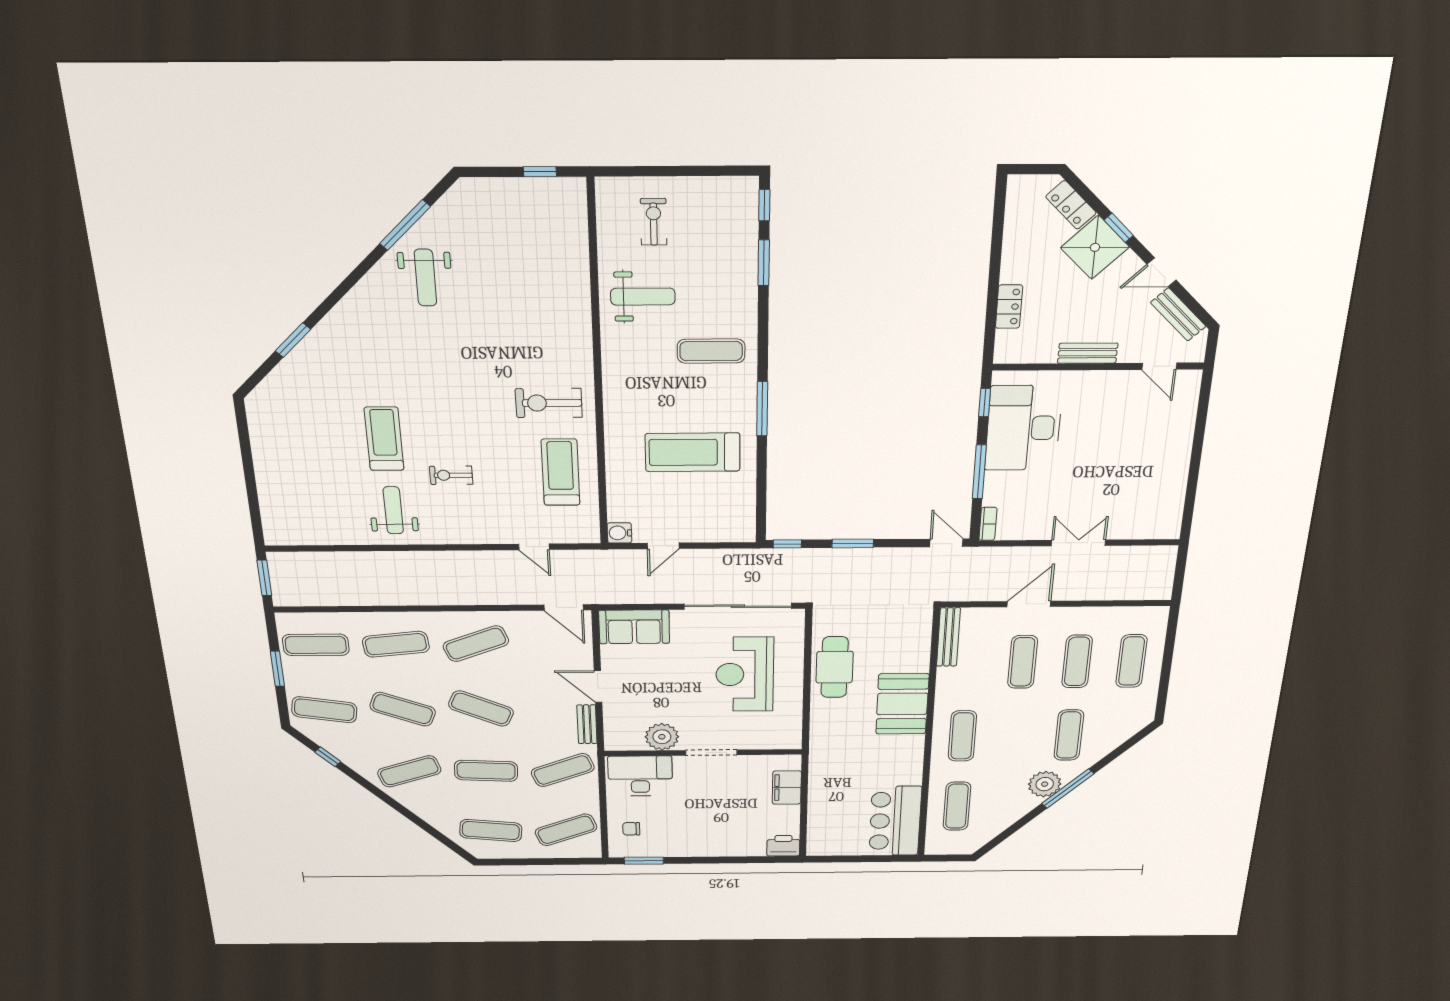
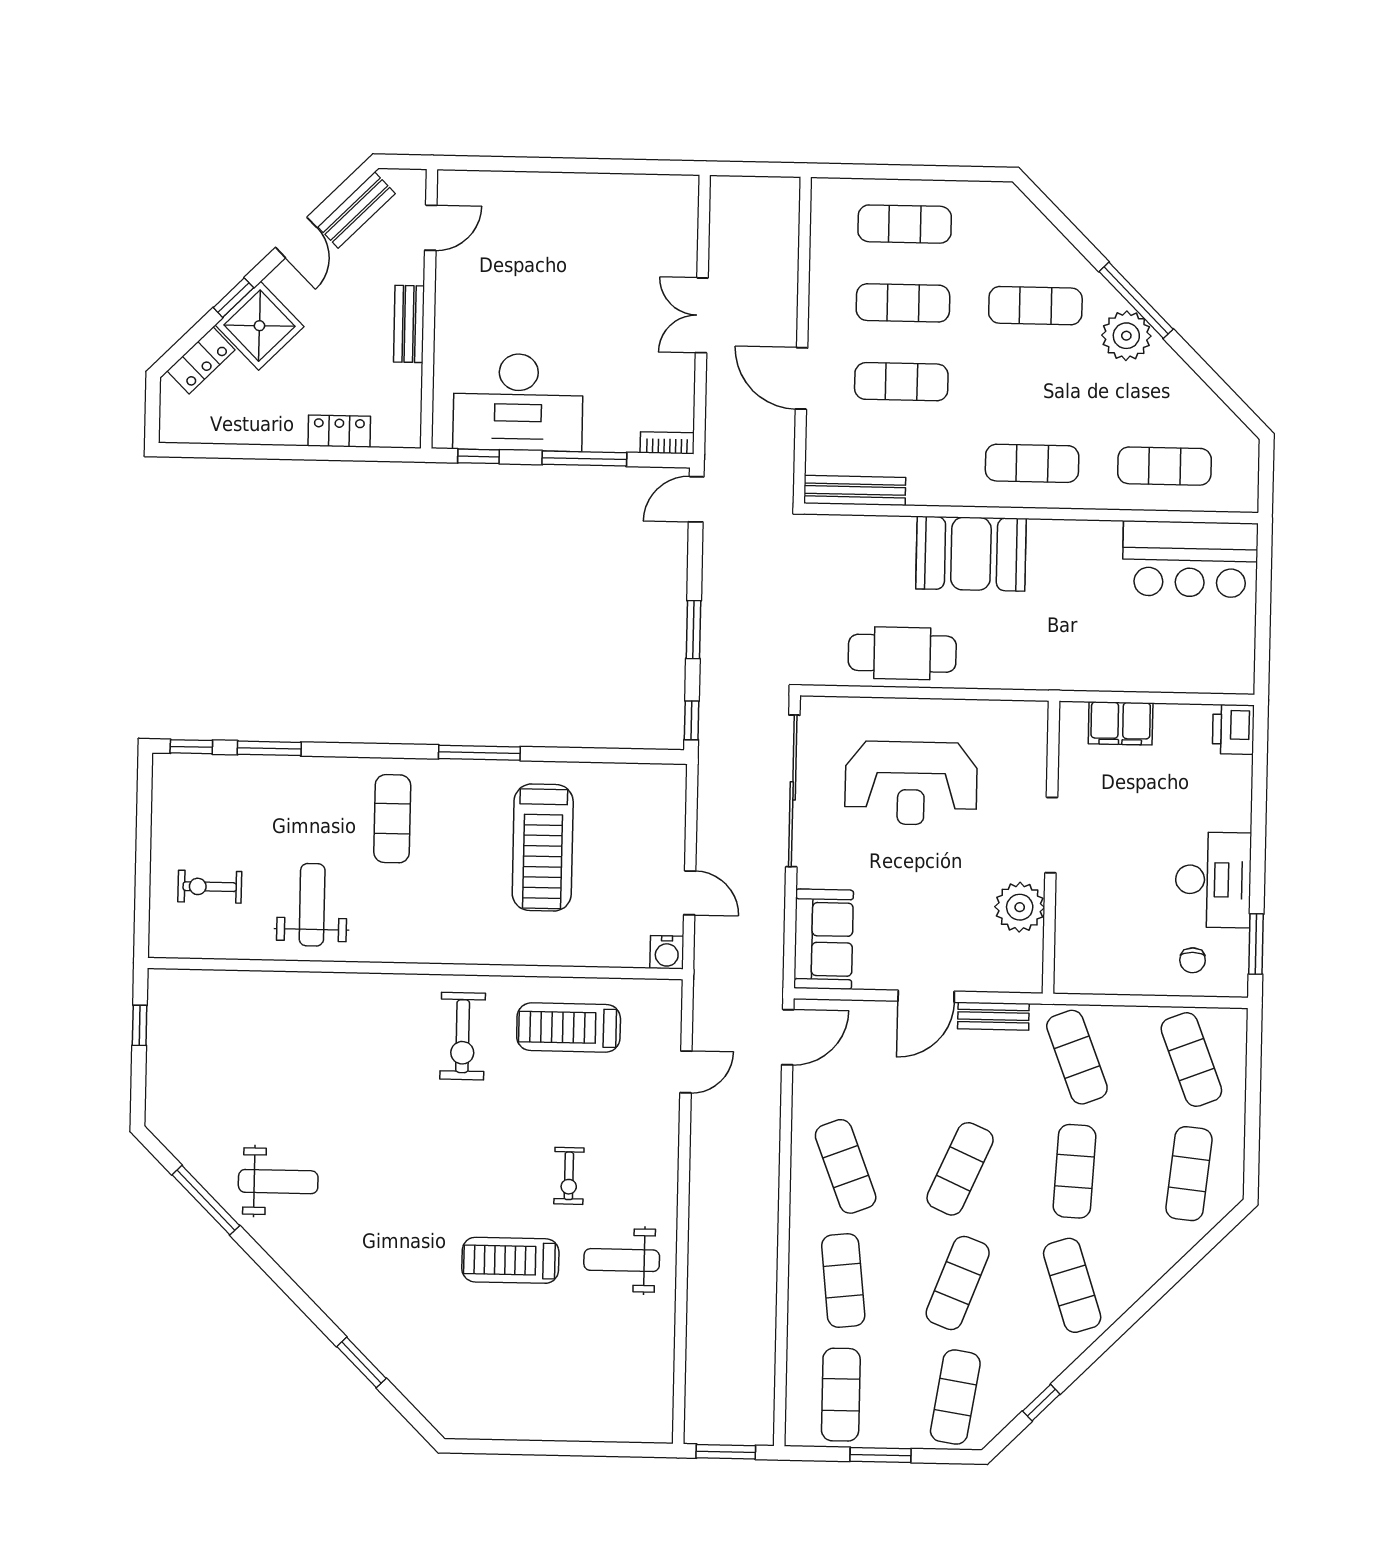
desk: (640, 776) -> (1213, 880), moved, turned 180

